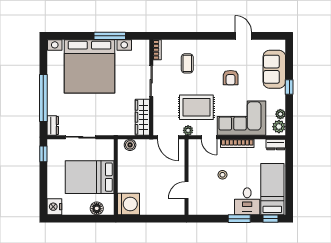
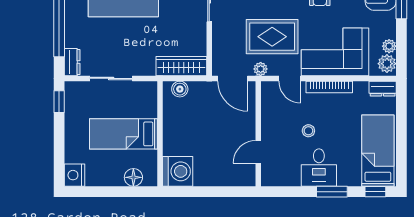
wardrobe: (142, 117) -> (181, 66), moved, turned 90
bed: (90, 177) -> (124, 134), width x0.67
desk: (247, 201) -> (319, 168), moved

